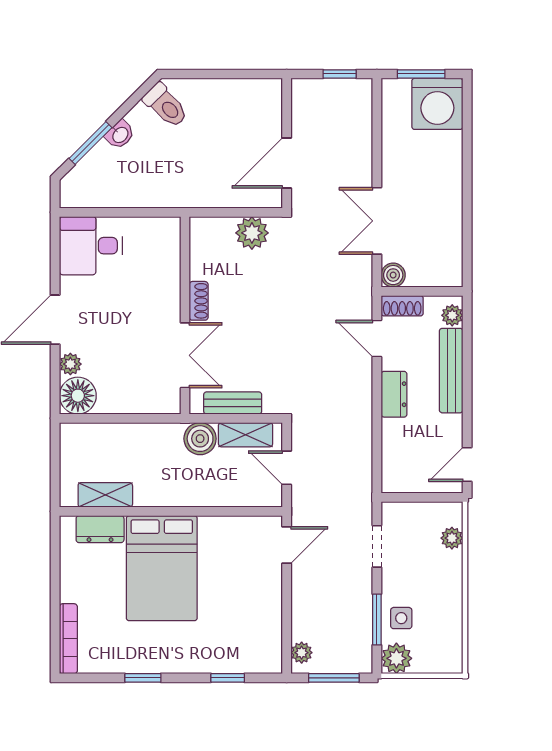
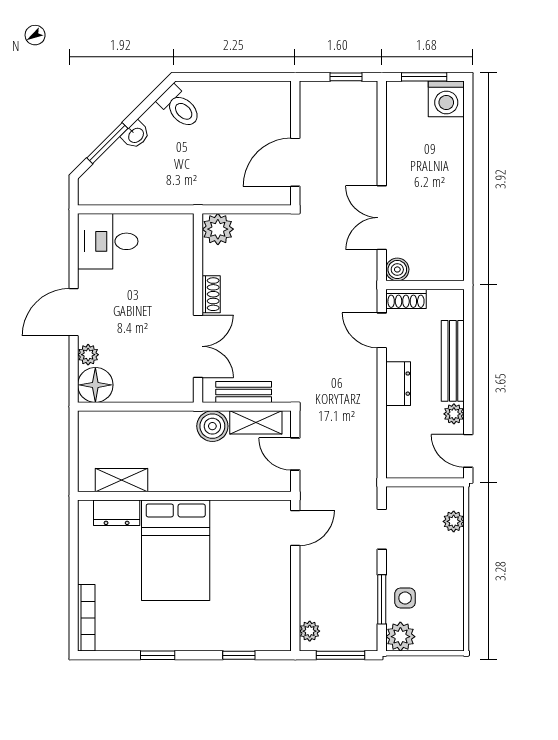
washing machine: (437, 104) -> (446, 99), width x0.73, depth x0.73
plant: (252, 233) -> (218, 229), moved
plant: (452, 315) -> (454, 414), moved
door: (467, 464) -> (468, 451), hinge flipped

